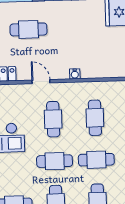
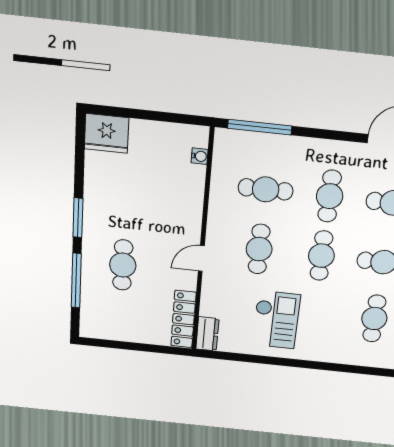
water cooler: (75, 74) -> (200, 156), moved
cafe table: (53, 119) -> (259, 249), turned 90

